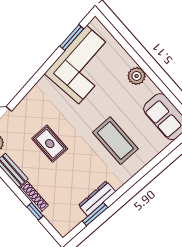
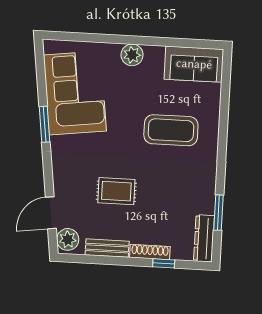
window: (72, 37) -> (44, 124), moved
dresser: (97, 198) -> (204, 238), moved

